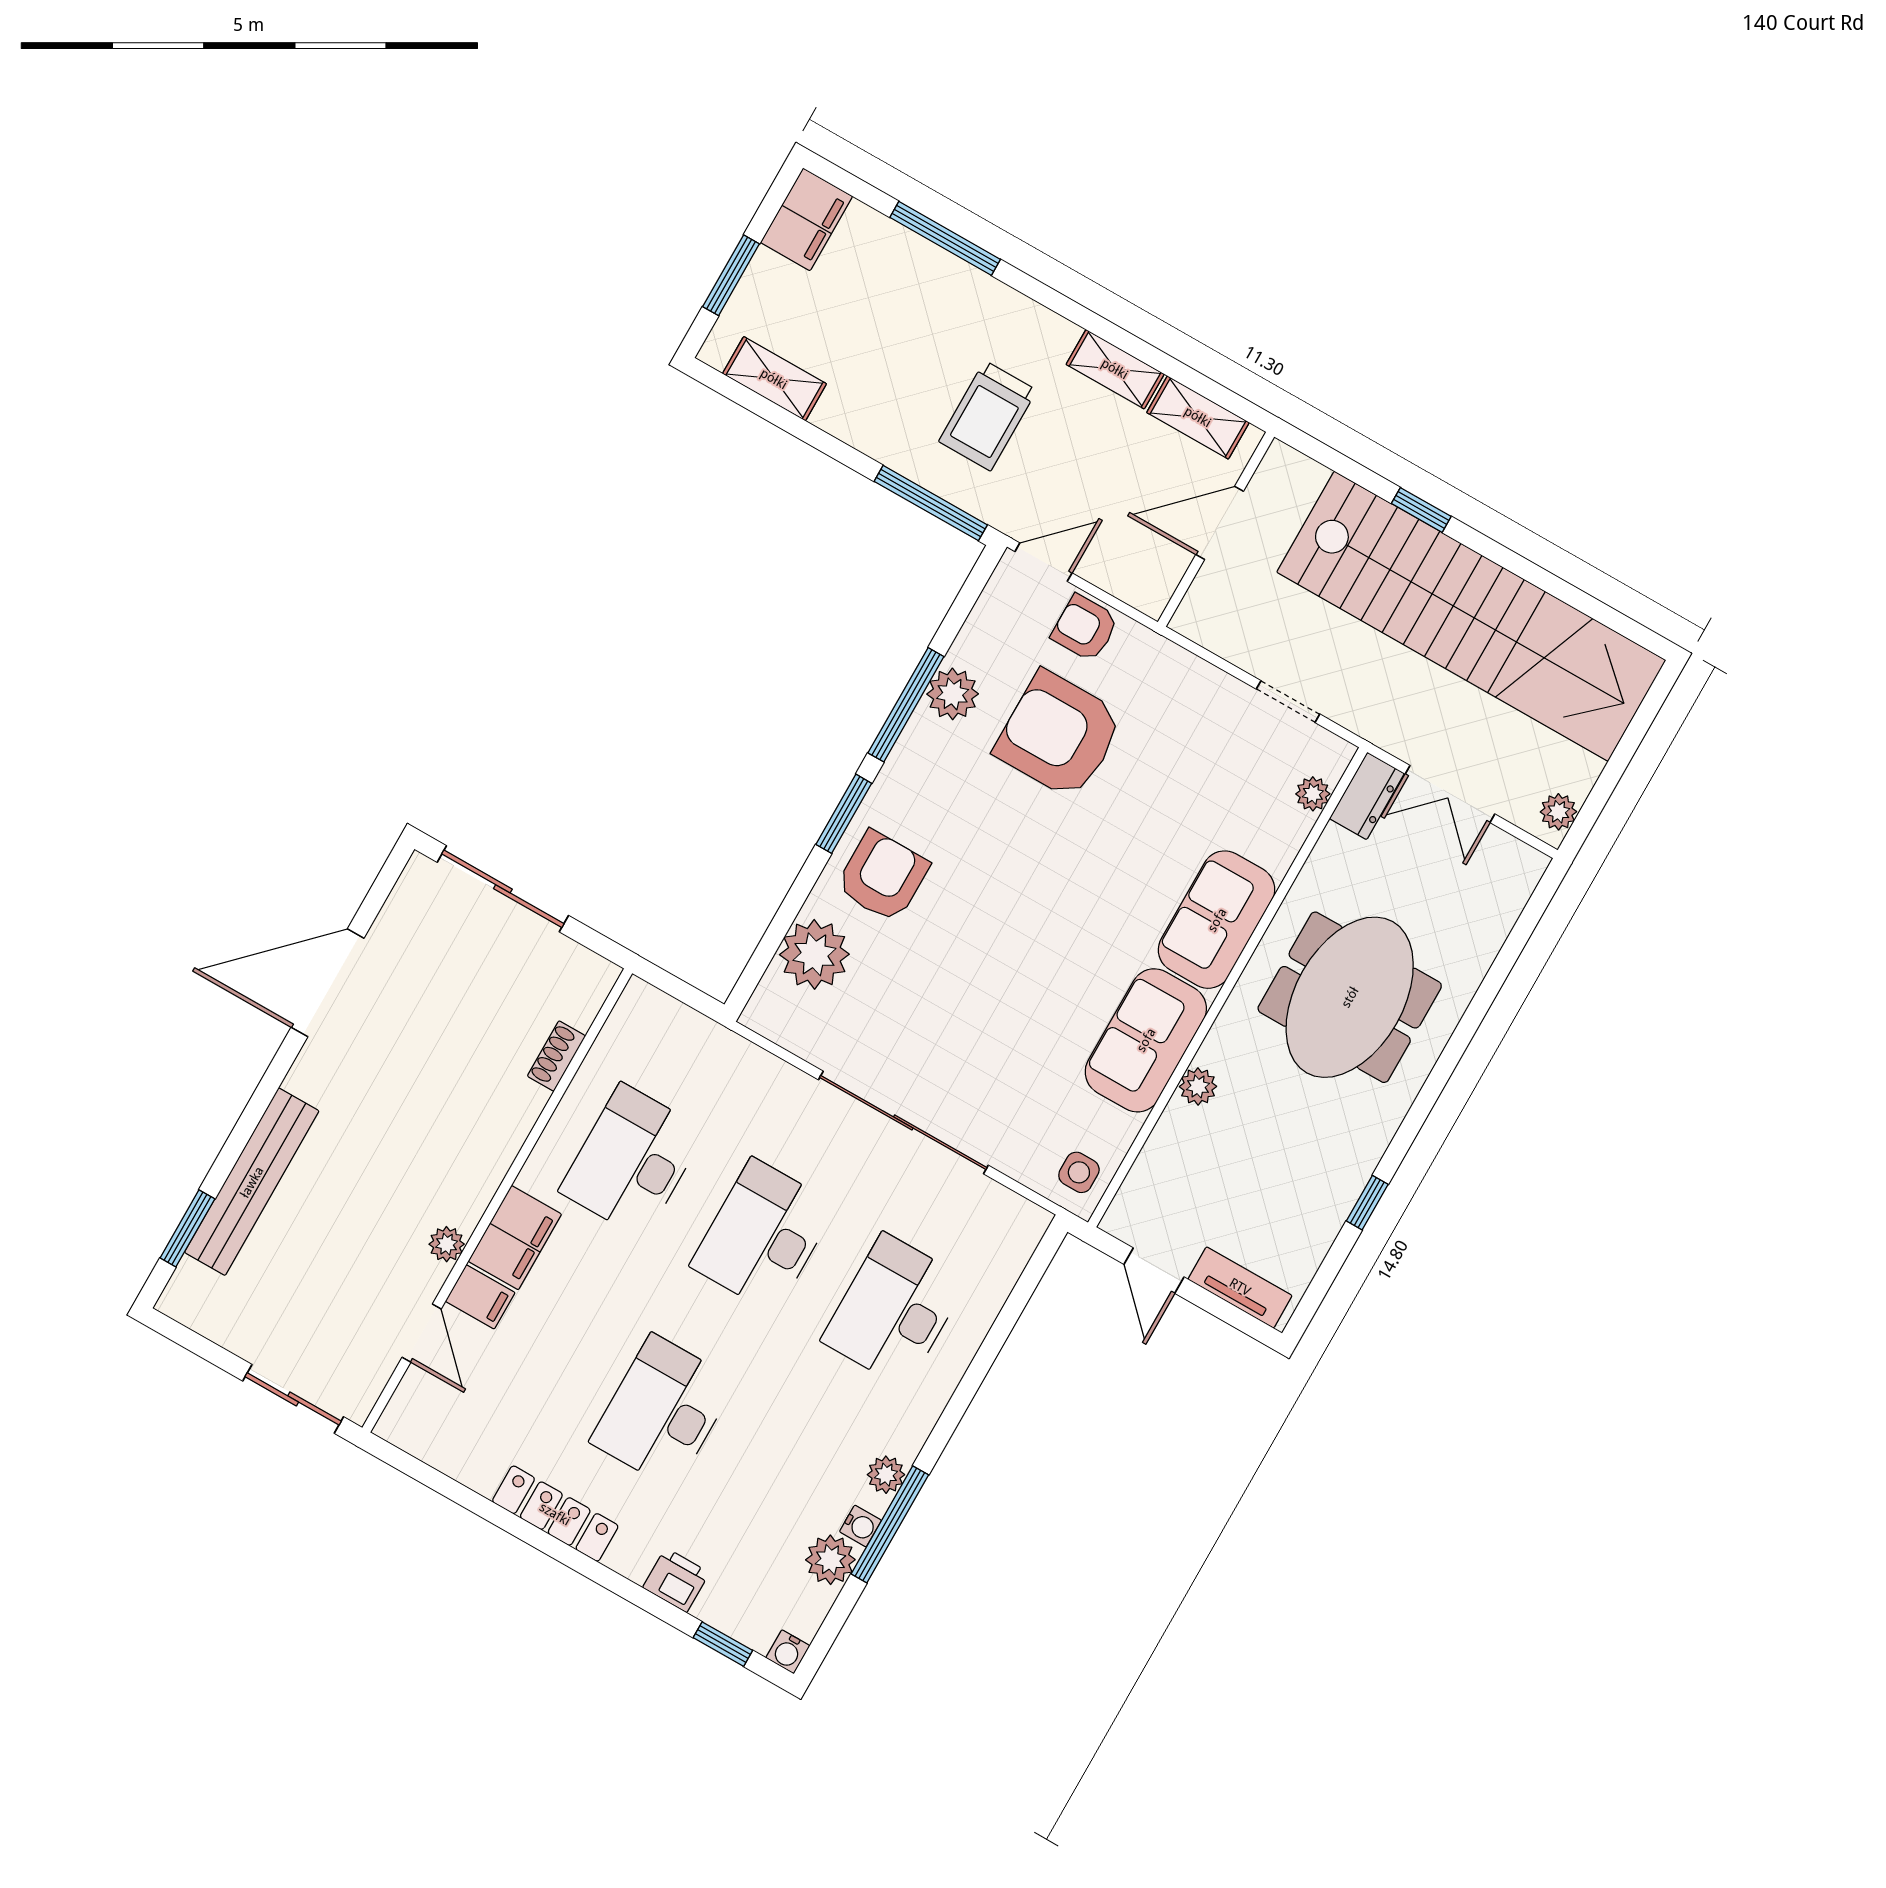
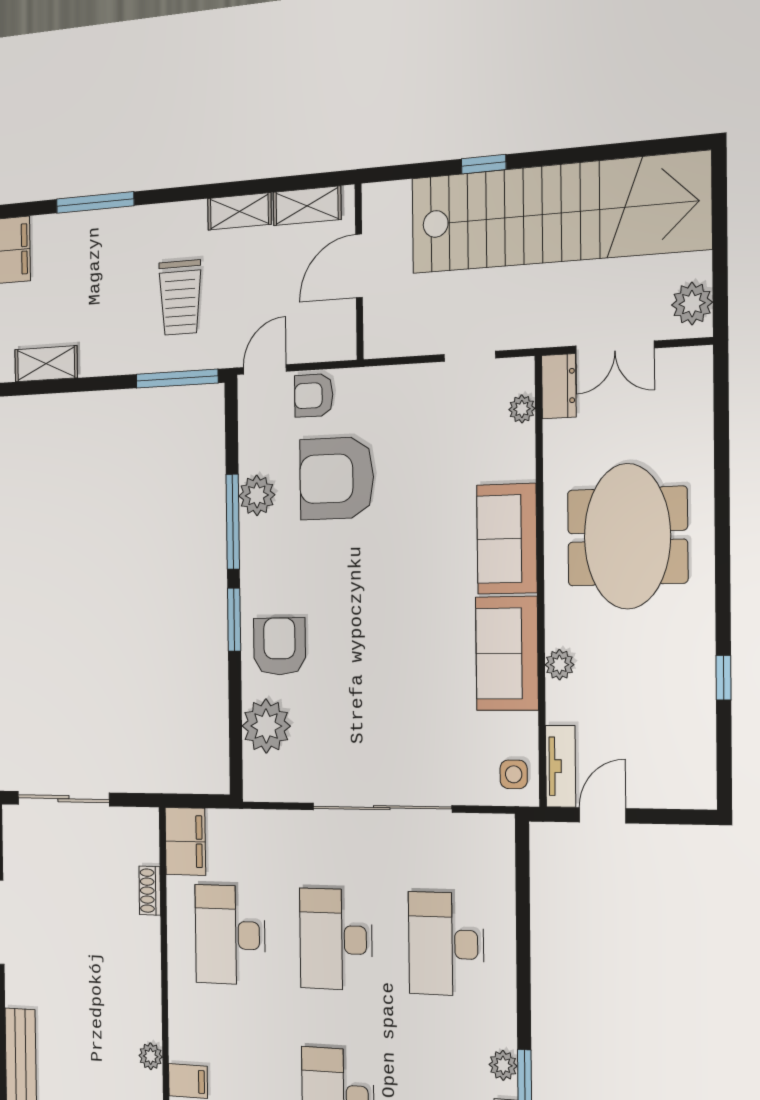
plant: (1558, 812) -> (692, 304), width x1.38, depth x1.38
filing cabinet: (515, 1238) -> (185, 841), moved
door: (1154, 1271) -> (603, 815), swing flipped
tv unit: (1240, 1287) -> (561, 766), moved, turned 90

